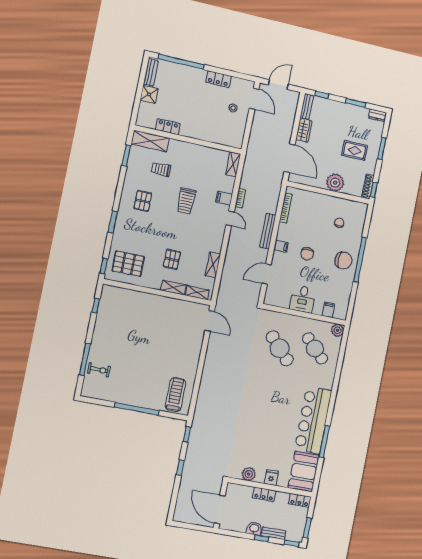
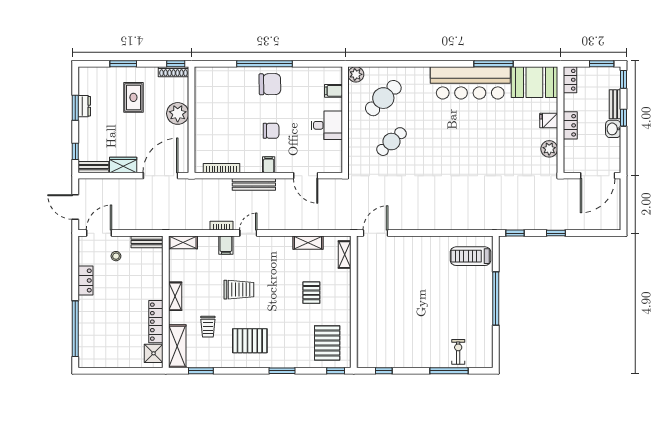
bench: (151, 72) -> (147, 242), moved
shower: (149, 94) -> (154, 353), moved
dresser: (377, 115) -> (84, 106), moved
locker: (168, 127) -> (156, 322), width x1.53
pallet: (143, 201) -> (250, 341), width x1.50, depth x1.42
chair: (339, 223) -> (225, 99), removed
pallet: (172, 259) -> (311, 293), turned 90
chair: (343, 261) -> (270, 84), turned 89
shelving: (174, 288) -> (175, 296), moved
cafe table: (280, 348) -> (391, 142), width x0.73, depth x0.74

